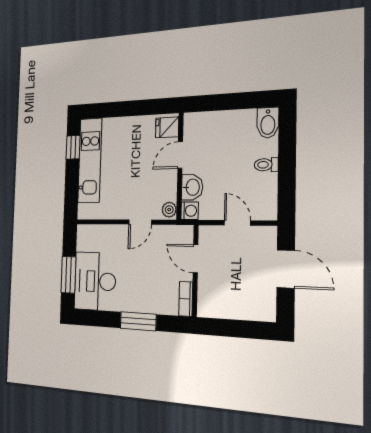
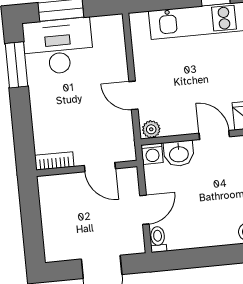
toilet: (266, 165) -> (158, 239), moved
door: (196, 259) -> (100, 167), swing flipped
window: (138, 321) -> (16, 65), moved

